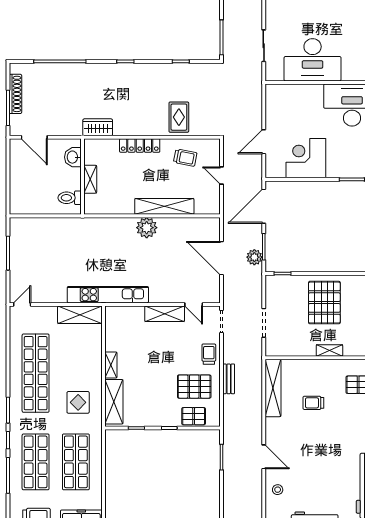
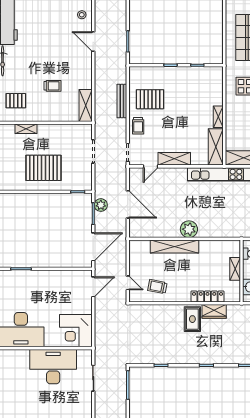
rug: (179, 117) -> (192, 319), moved
wardrobe: (98, 127) -> (214, 311), moved
door: (264, 142) -> (93, 287), moved
locker: (140, 145) -> (208, 297), moved
corner desk: (306, 158) -> (76, 331), moved, turned 90
door: (222, 176) -> (128, 283), moved
pallet: (324, 303) -> (43, 168), turned 90
door: (194, 304) -> (151, 166), swing flipped
shelving: (329, 350) -> (26, 129), moved
bench: (229, 379) -> (122, 101), width x1.36
shelving: (273, 388) -> (86, 105), width x0.68
shelving: (114, 402) -> (216, 147), moved
pallet: (194, 416) -> (151, 75), removed

